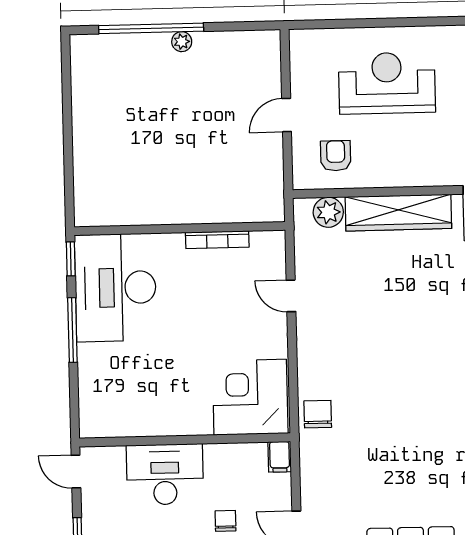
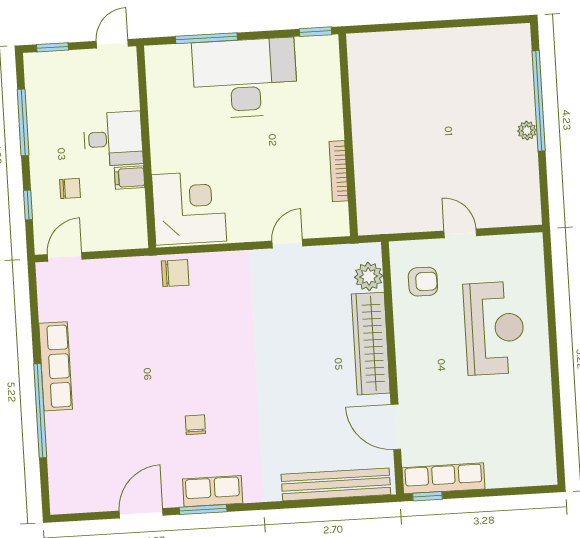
desk: (115, 288) -> (245, 78), moved
window: (72, 330) -> (206, 38), moved
filing cabinet: (280, 457) -> (130, 178), moved
desk: (165, 474) -> (113, 139), width x0.73

